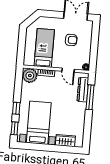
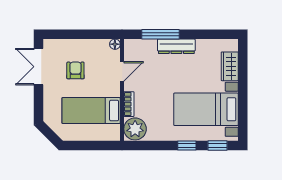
dresser: (83, 90) -> (176, 46), moved

